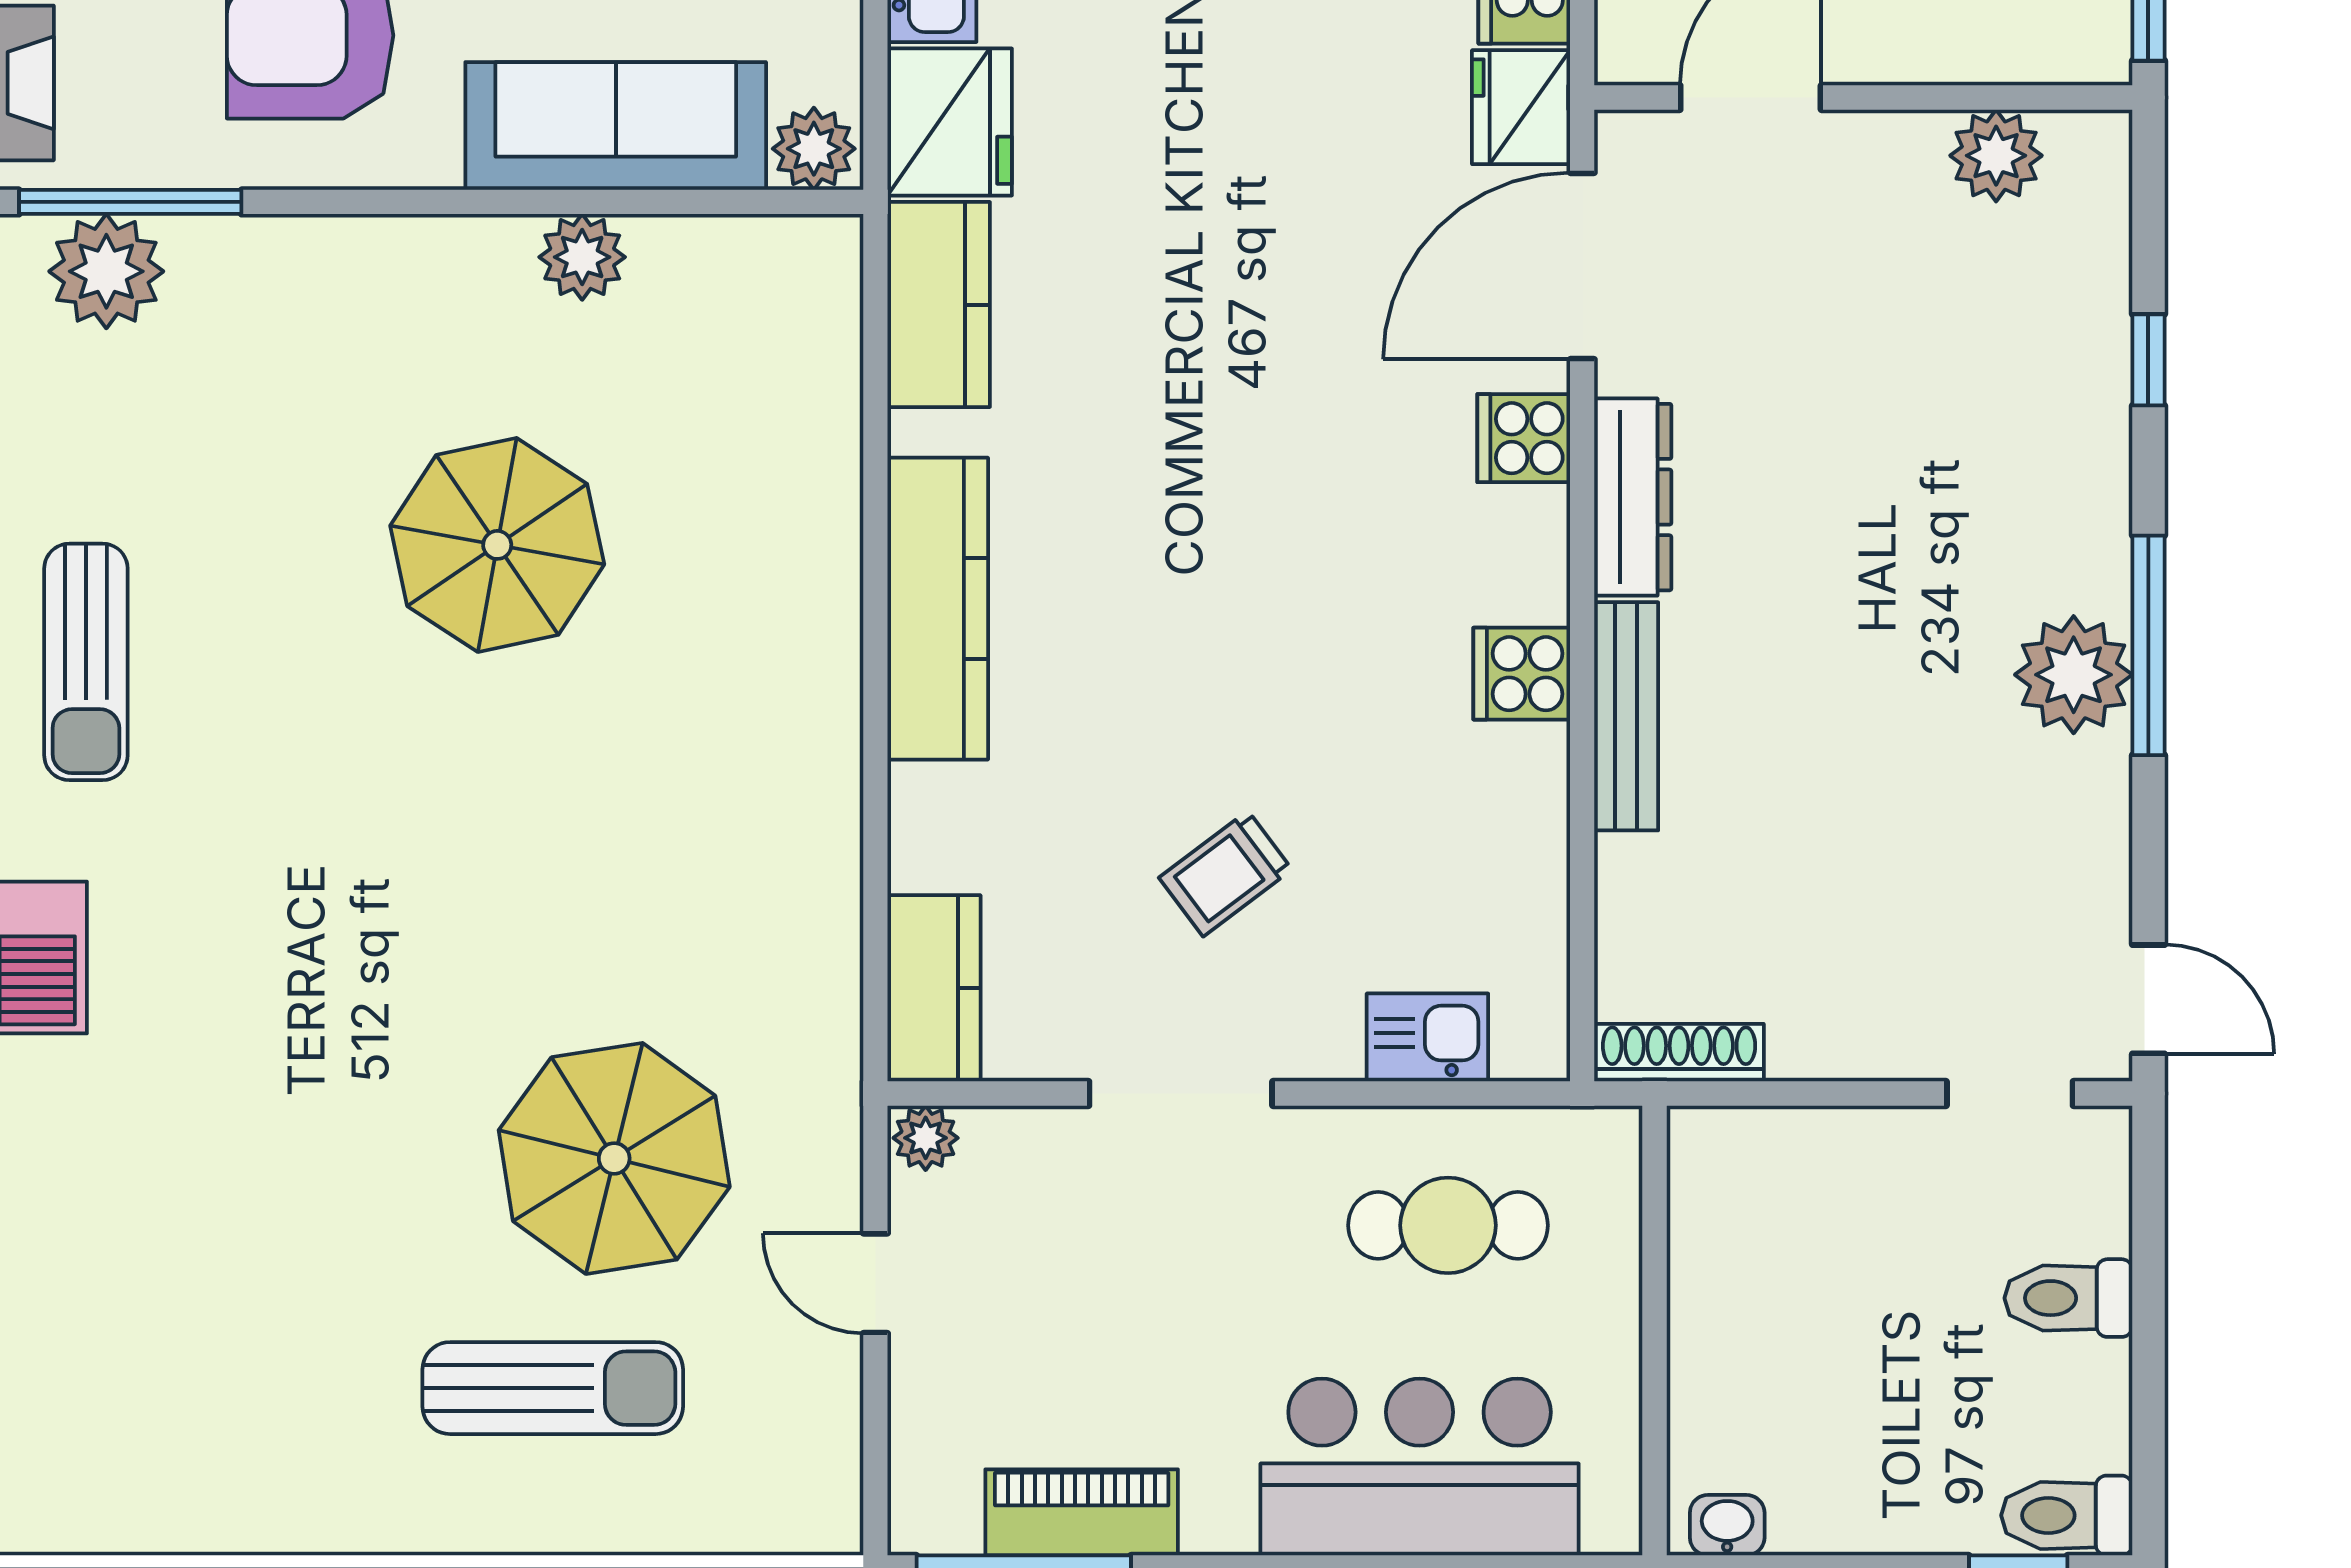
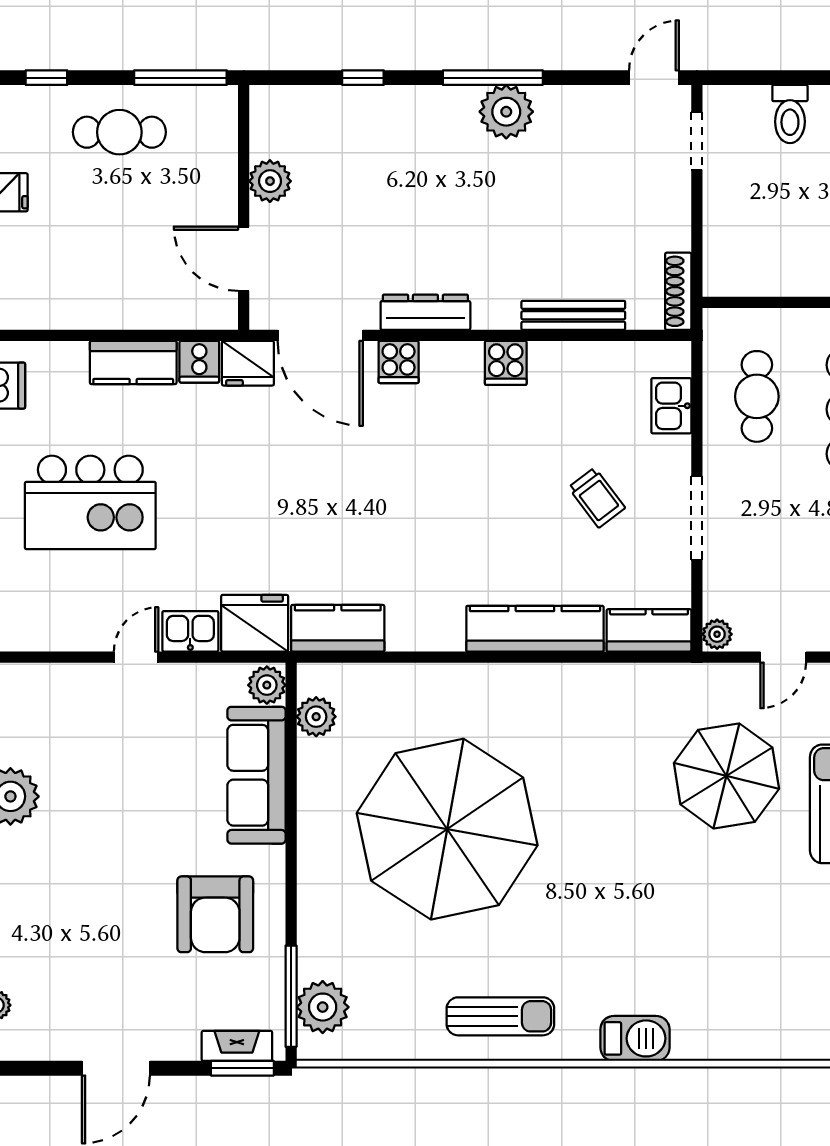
plant: (1996, 156) -> (270, 181), moved
plant: (582, 257) -> (316, 717), moved
parasol: (497, 545) -> (447, 829), width x1.86, depth x1.86
kitchen counter: (938, 609) -> (535, 629), moved
bench: (1626, 716) -> (573, 315), moved

